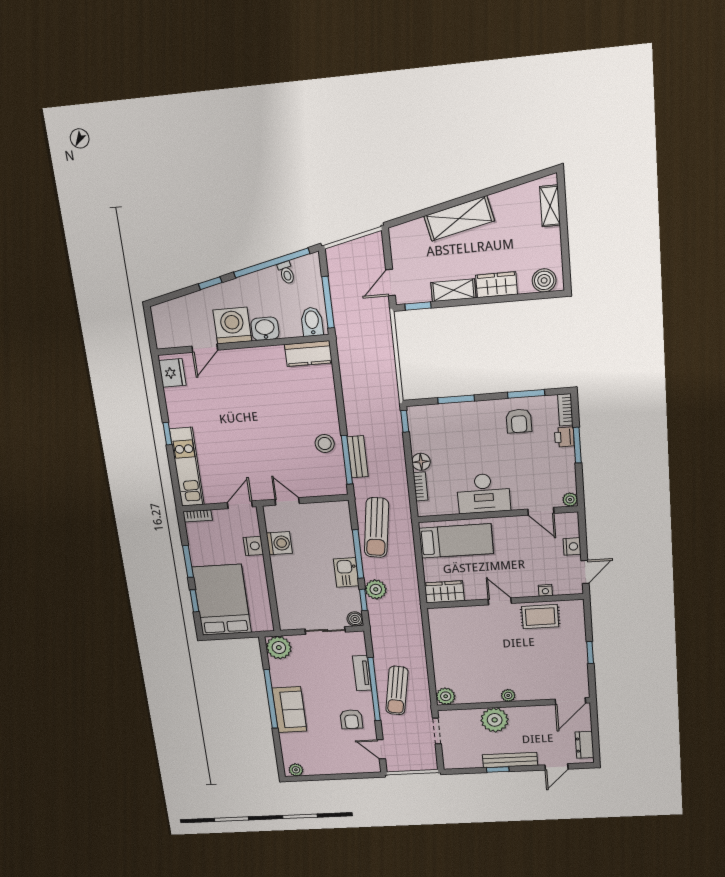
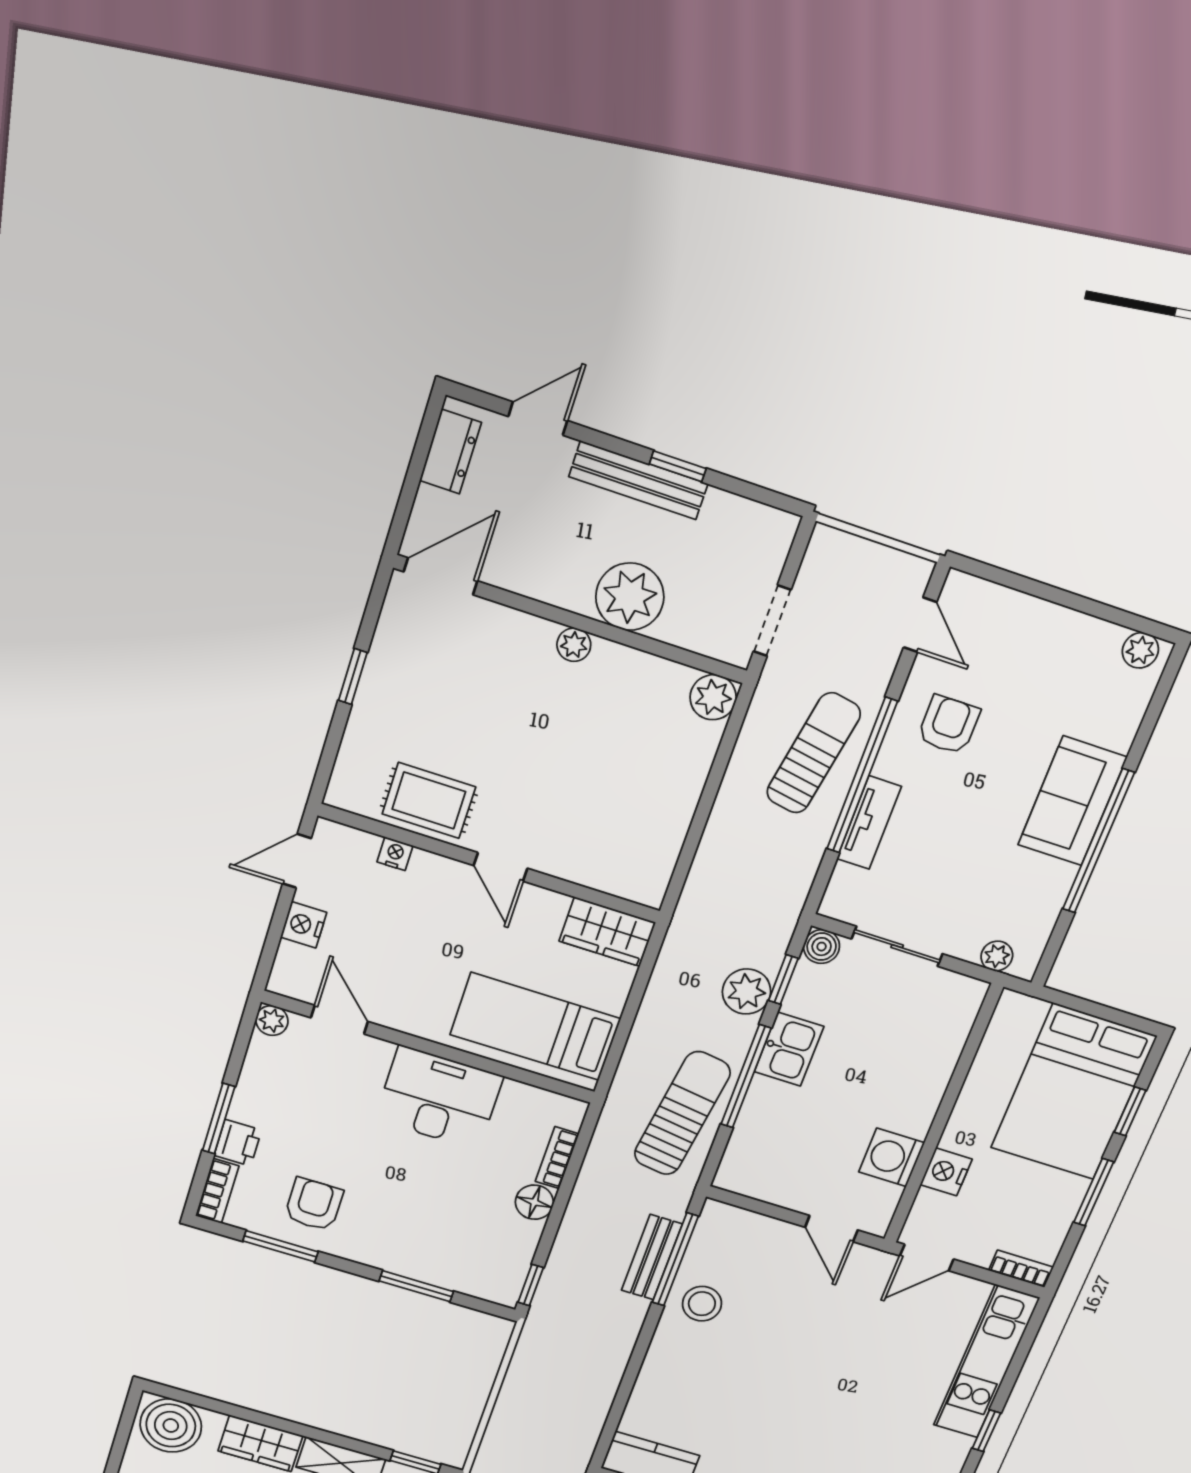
boiler: (544, 280) -> (171, 1426), width x1.37, depth x1.37
plant: (279, 648) -> (997, 956), width x0.53, depth x0.53

